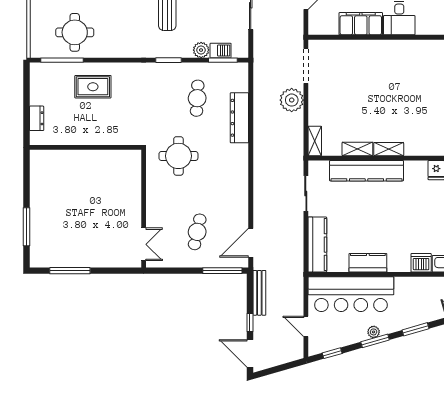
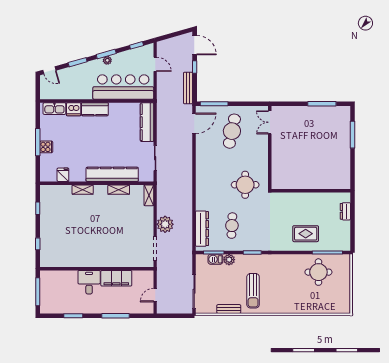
dresser: (239, 118) -> (202, 229), moved
shelving: (389, 149) -> (83, 190), moved
cafe table: (197, 232) -> (232, 131), width x1.37, depth x1.35
kitchen counter: (368, 263) -> (95, 109), moved

